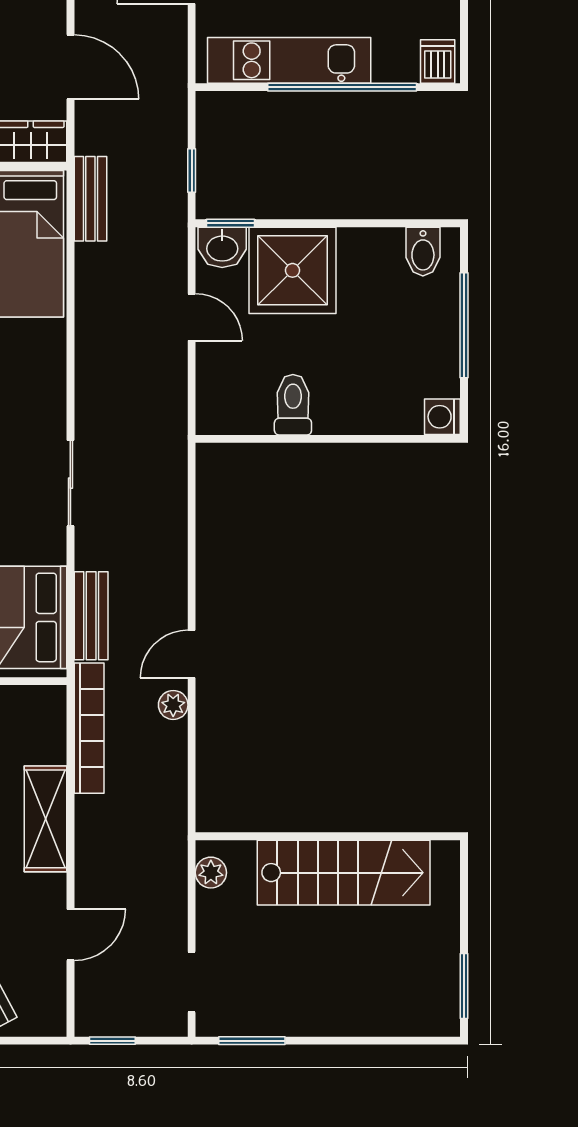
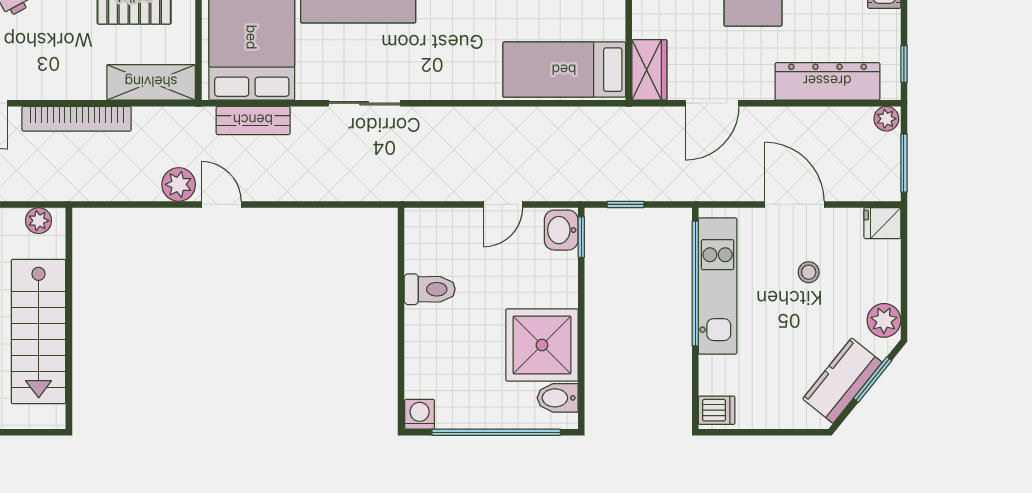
window: (342, 87) -> (695, 284), moved
bench: (90, 199) -> (602, 120), removed
shower: (292, 270) -> (542, 345), moved
window: (464, 325) -> (496, 432), width x1.46
plant: (173, 705) -> (179, 184), width x1.38, depth x1.38
bookcase: (89, 728) -> (77, 119), moved
shelving: (46, 819) -> (151, 82), moved

